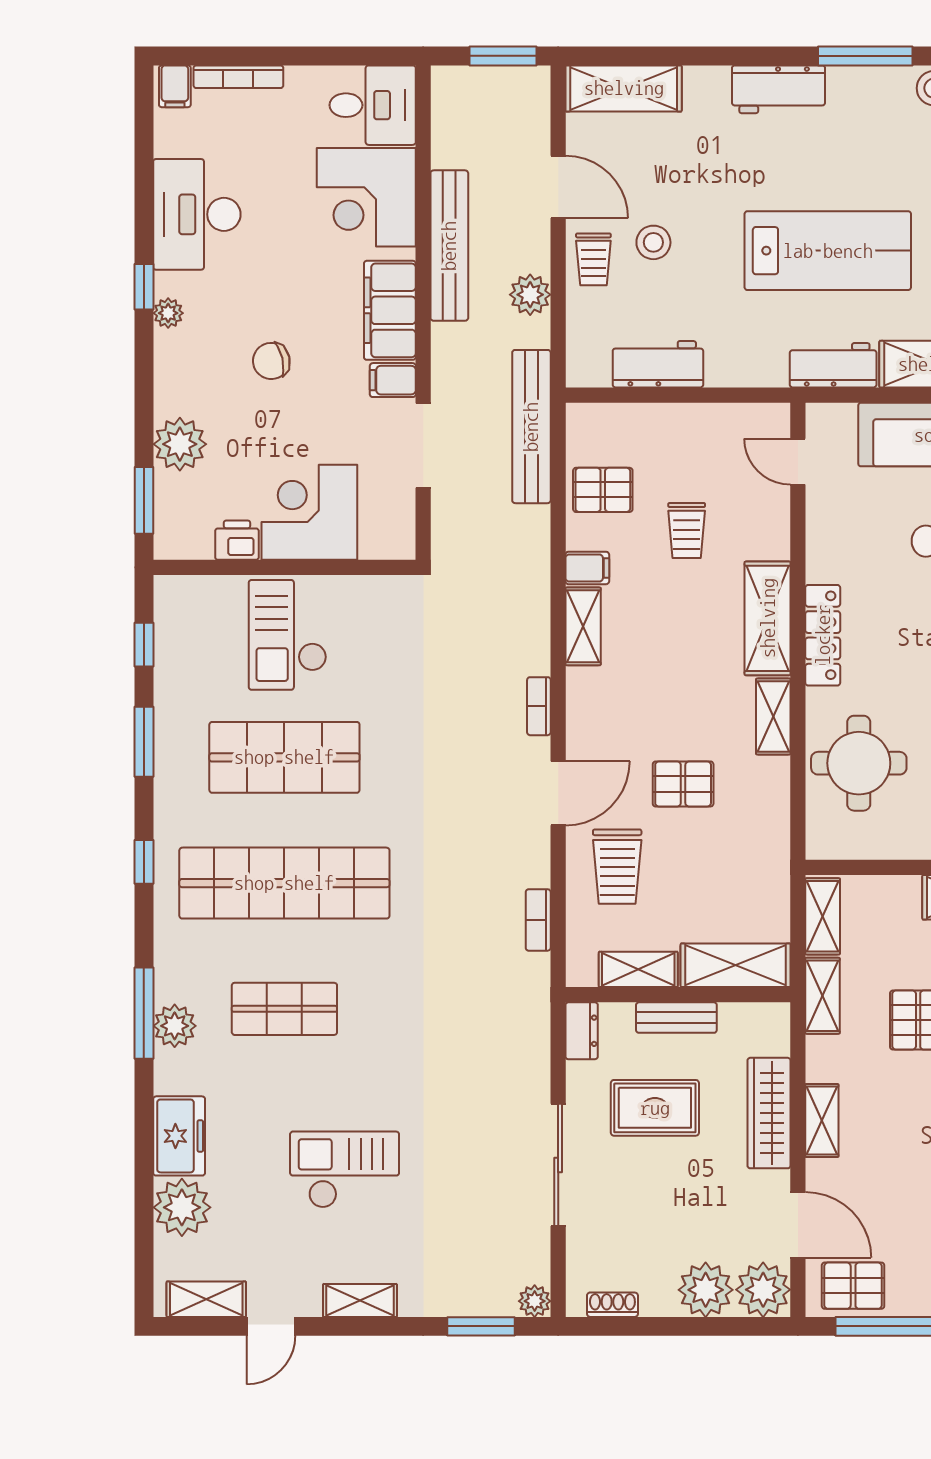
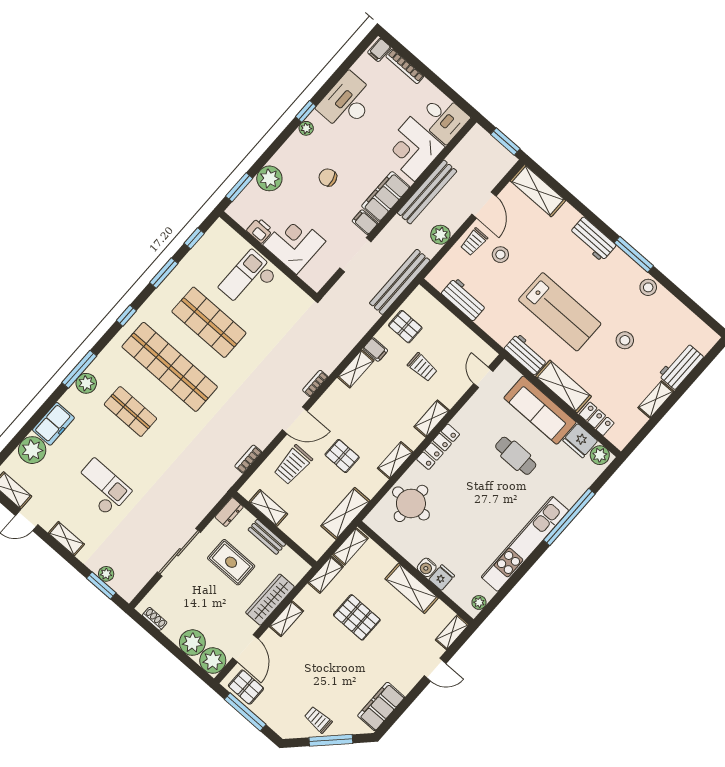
trolley: (687, 530) -> (422, 367), turned -90
shelving: (768, 618) -> (432, 419), width x0.67, depth x0.75
shelving: (736, 965) -> (345, 513), moved, turned 90
plant: (535, 1301) -> (106, 574), moved

